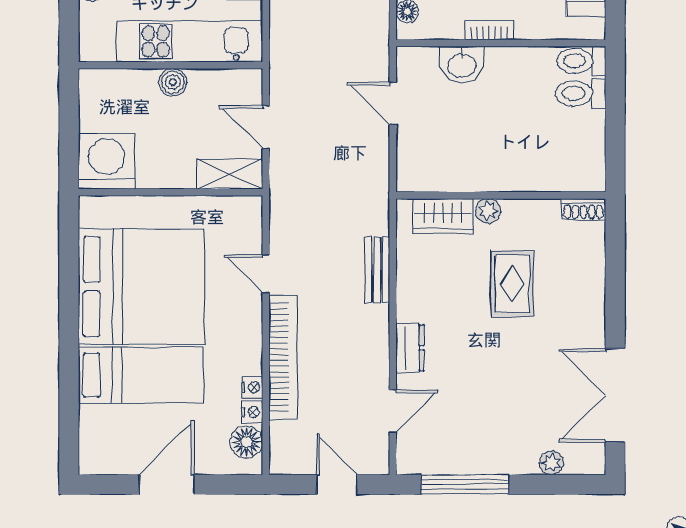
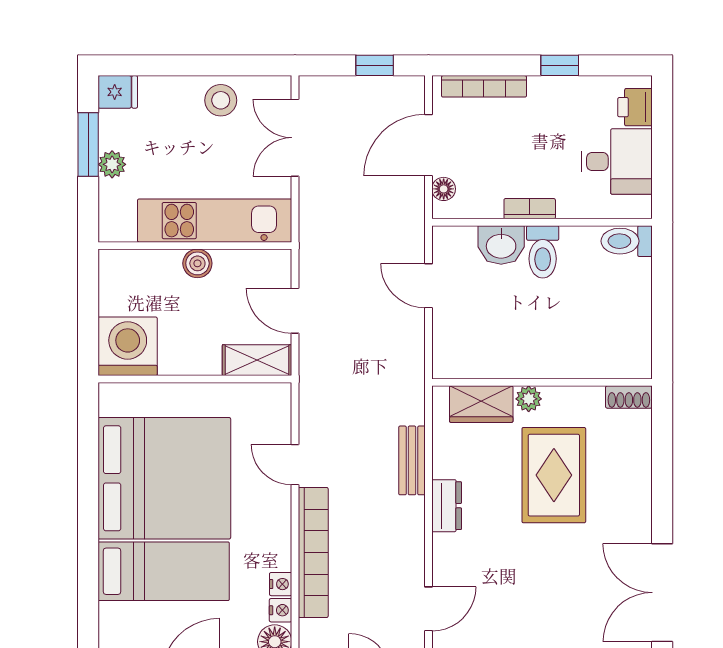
toilet: (580, 93) -> (543, 252), moved, turned -90
rug: (512, 284) -> (554, 475), width x1.36, depth x1.43
dresser: (410, 348) -> (447, 506), moved

